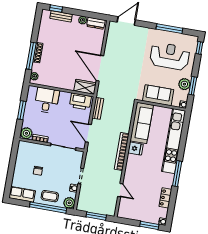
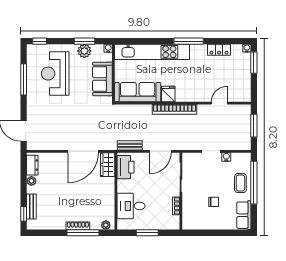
plant: (26, 133) -> (173, 223), removed
plant: (69, 203) -> (244, 159), removed

